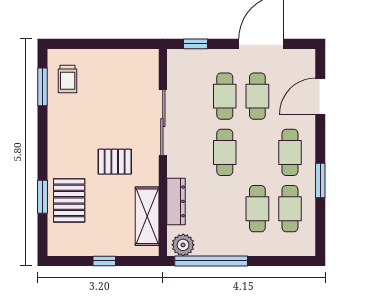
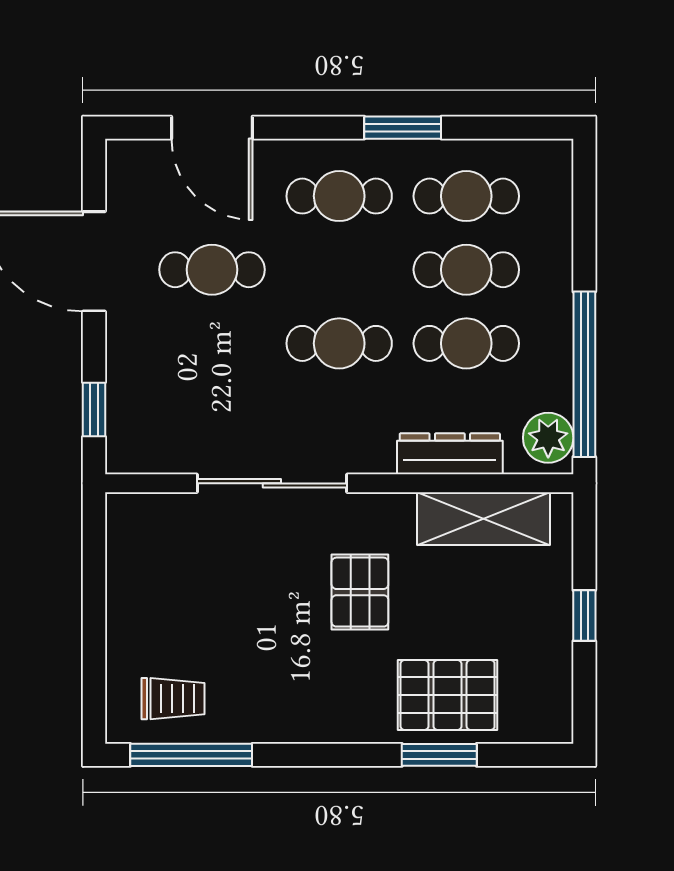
window: (43, 87) -> (191, 755), width x1.44
cafe table: (225, 96) -> (466, 343), moved

